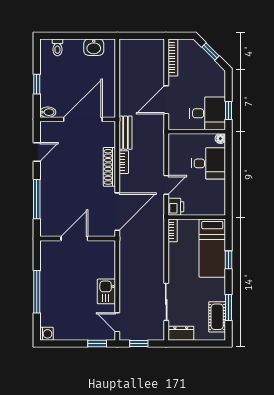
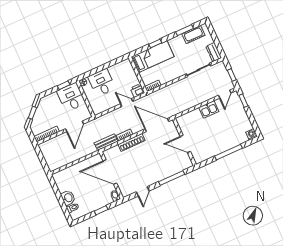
washbasin: (94, 47) -> (68, 198), moved
door: (166, 100) -> (75, 126), hinge flipped
door: (37, 152) -> (143, 191), swing flipped

